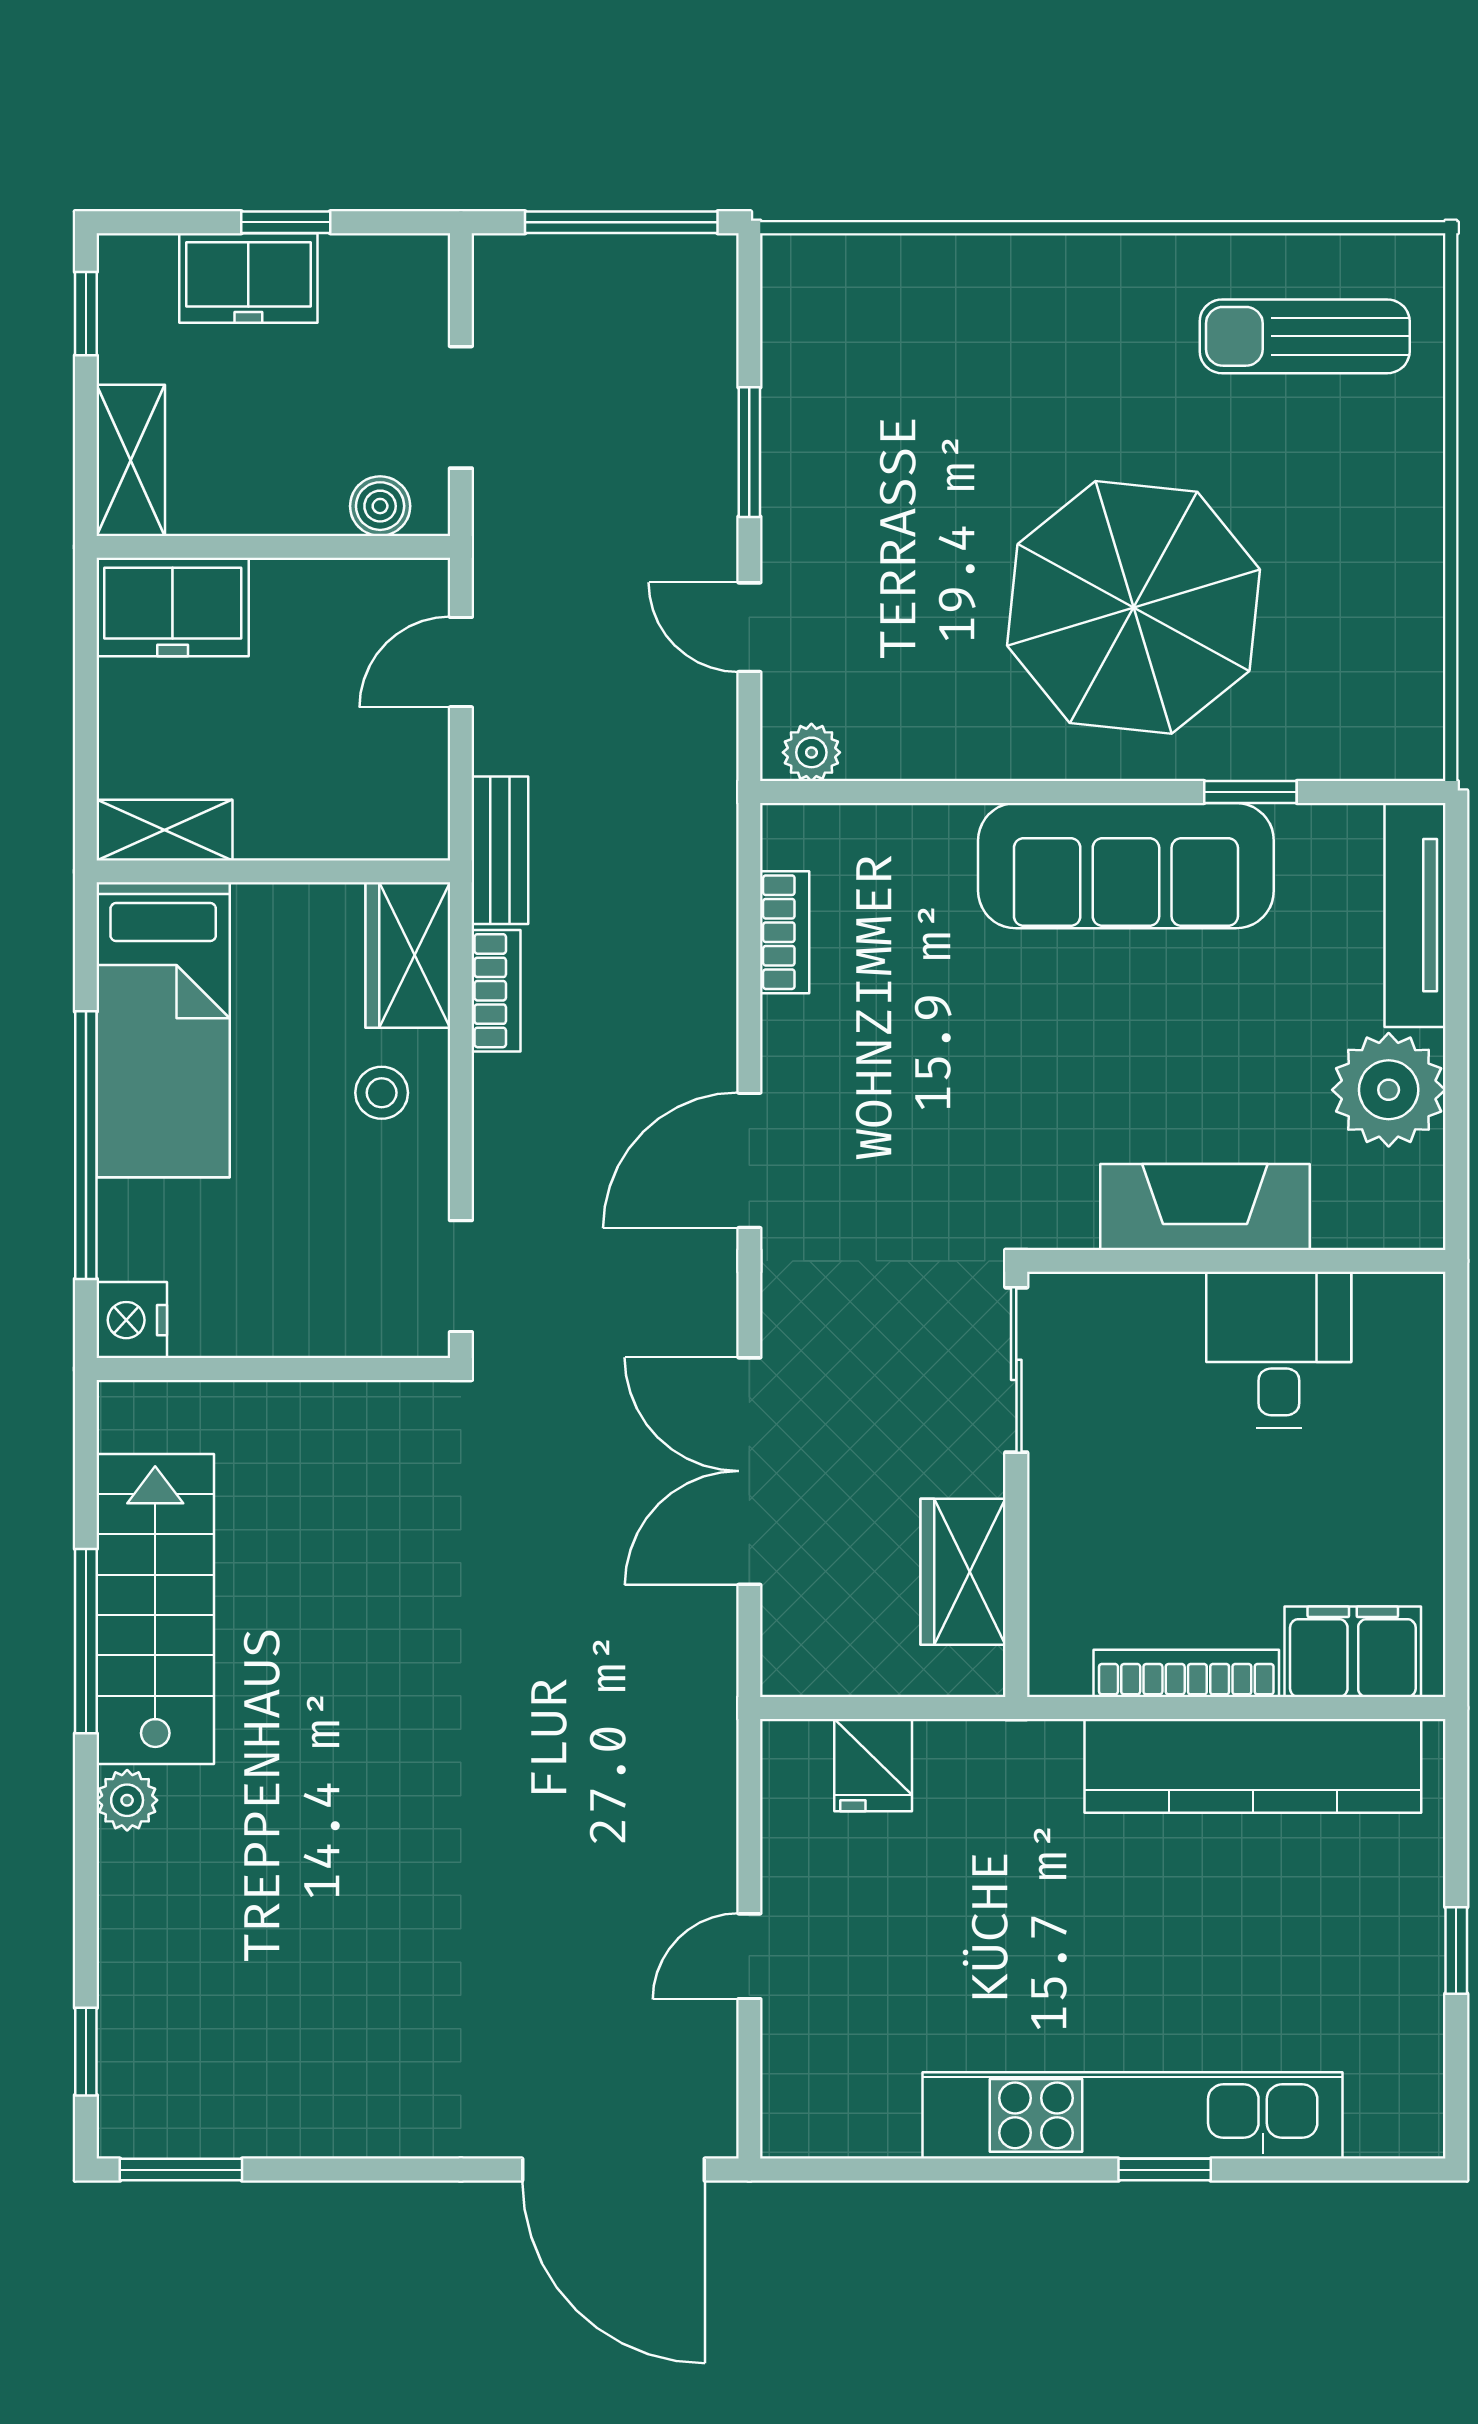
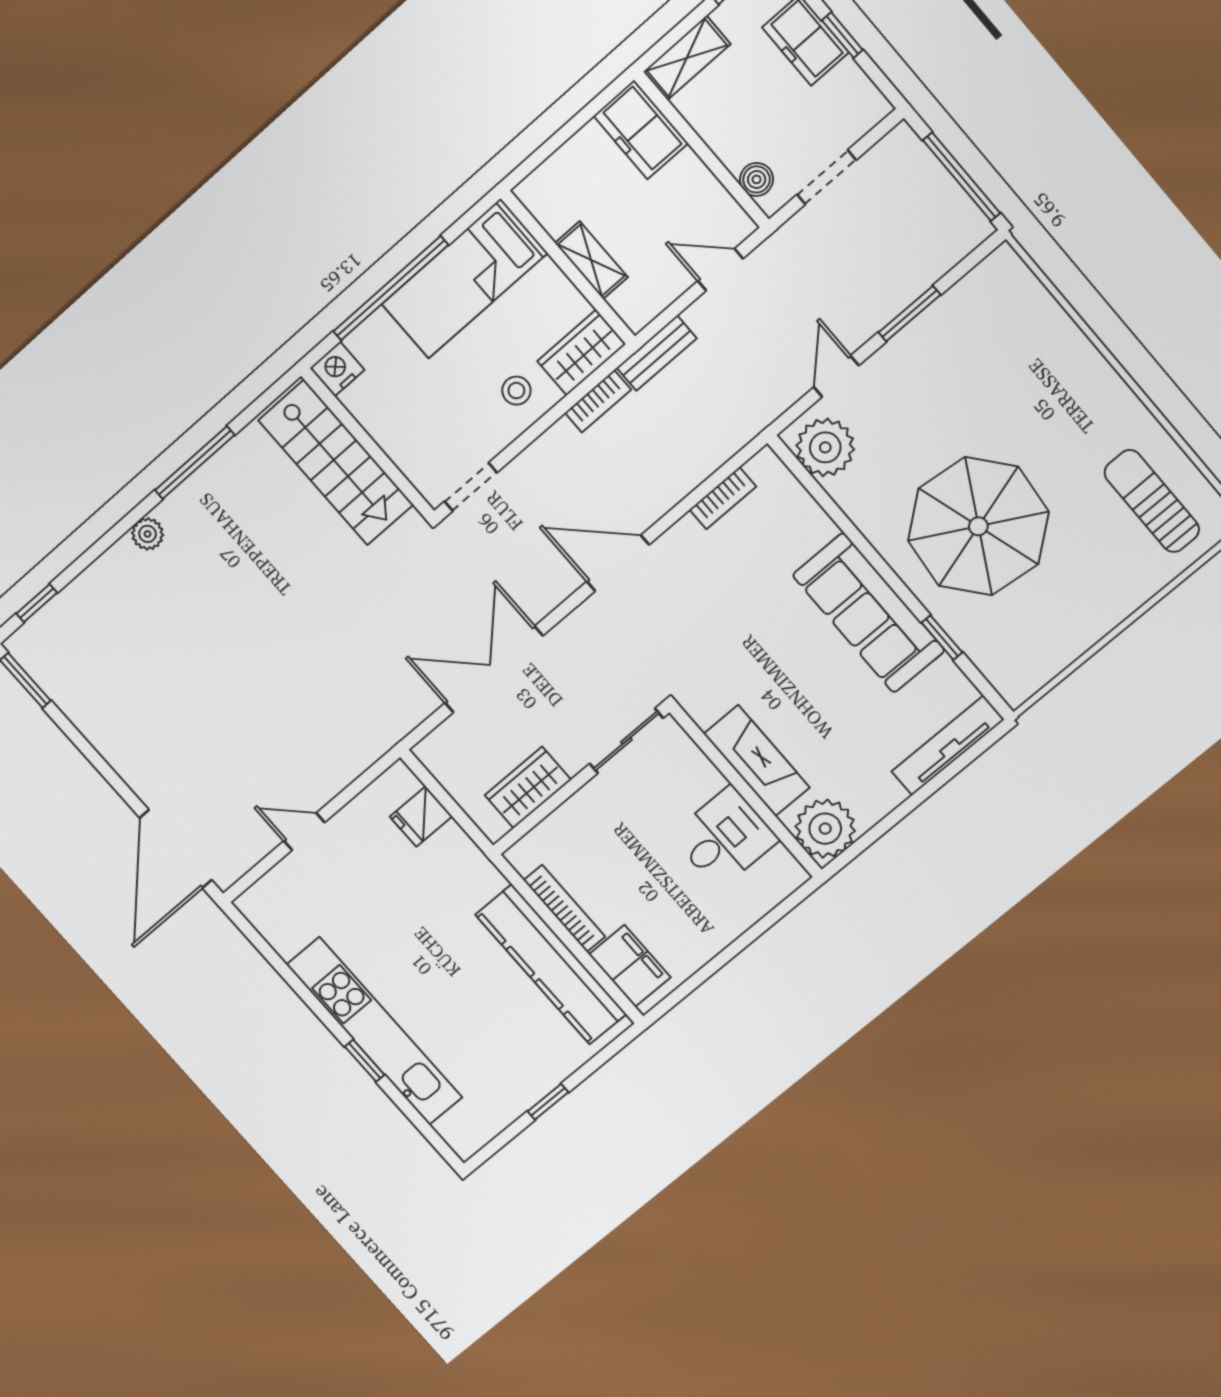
plant: (811, 752) -> (825, 447), width x1.88, depth x1.88
shelving: (165, 830) -> (591, 260), moved
plant: (1389, 1090) -> (825, 829), moved
stairs: (155, 1609) -> (336, 463), moved, turned 90

